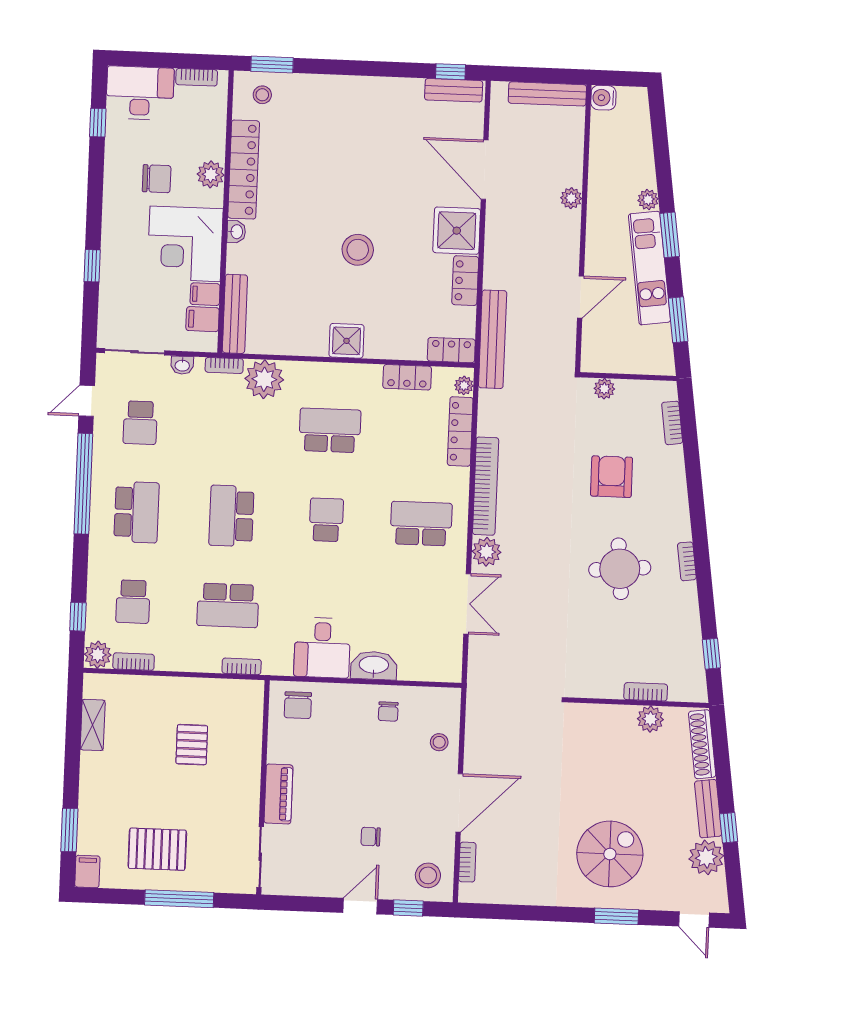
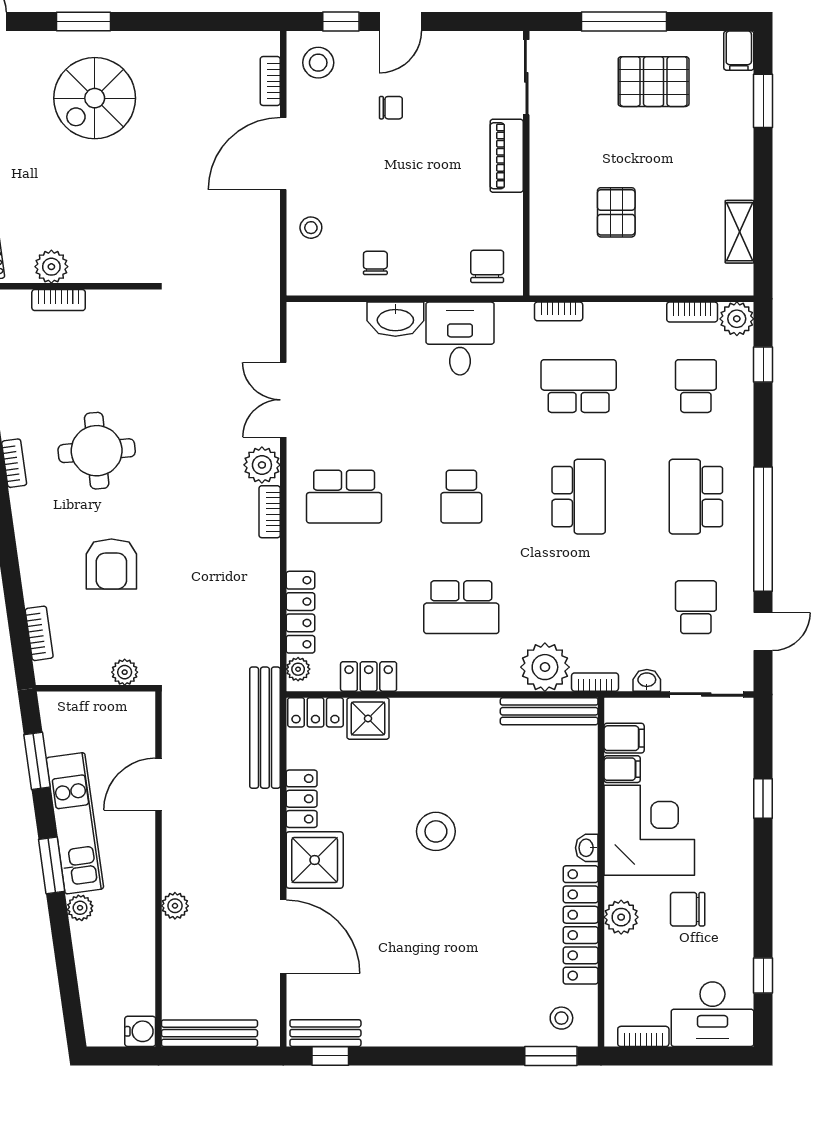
bench: (235, 314) -> (549, 711), moved, turned 90
shower: (347, 341) -> (368, 718), moved
bookcase: (486, 486) -> (270, 512), width x0.43, depth x0.76

